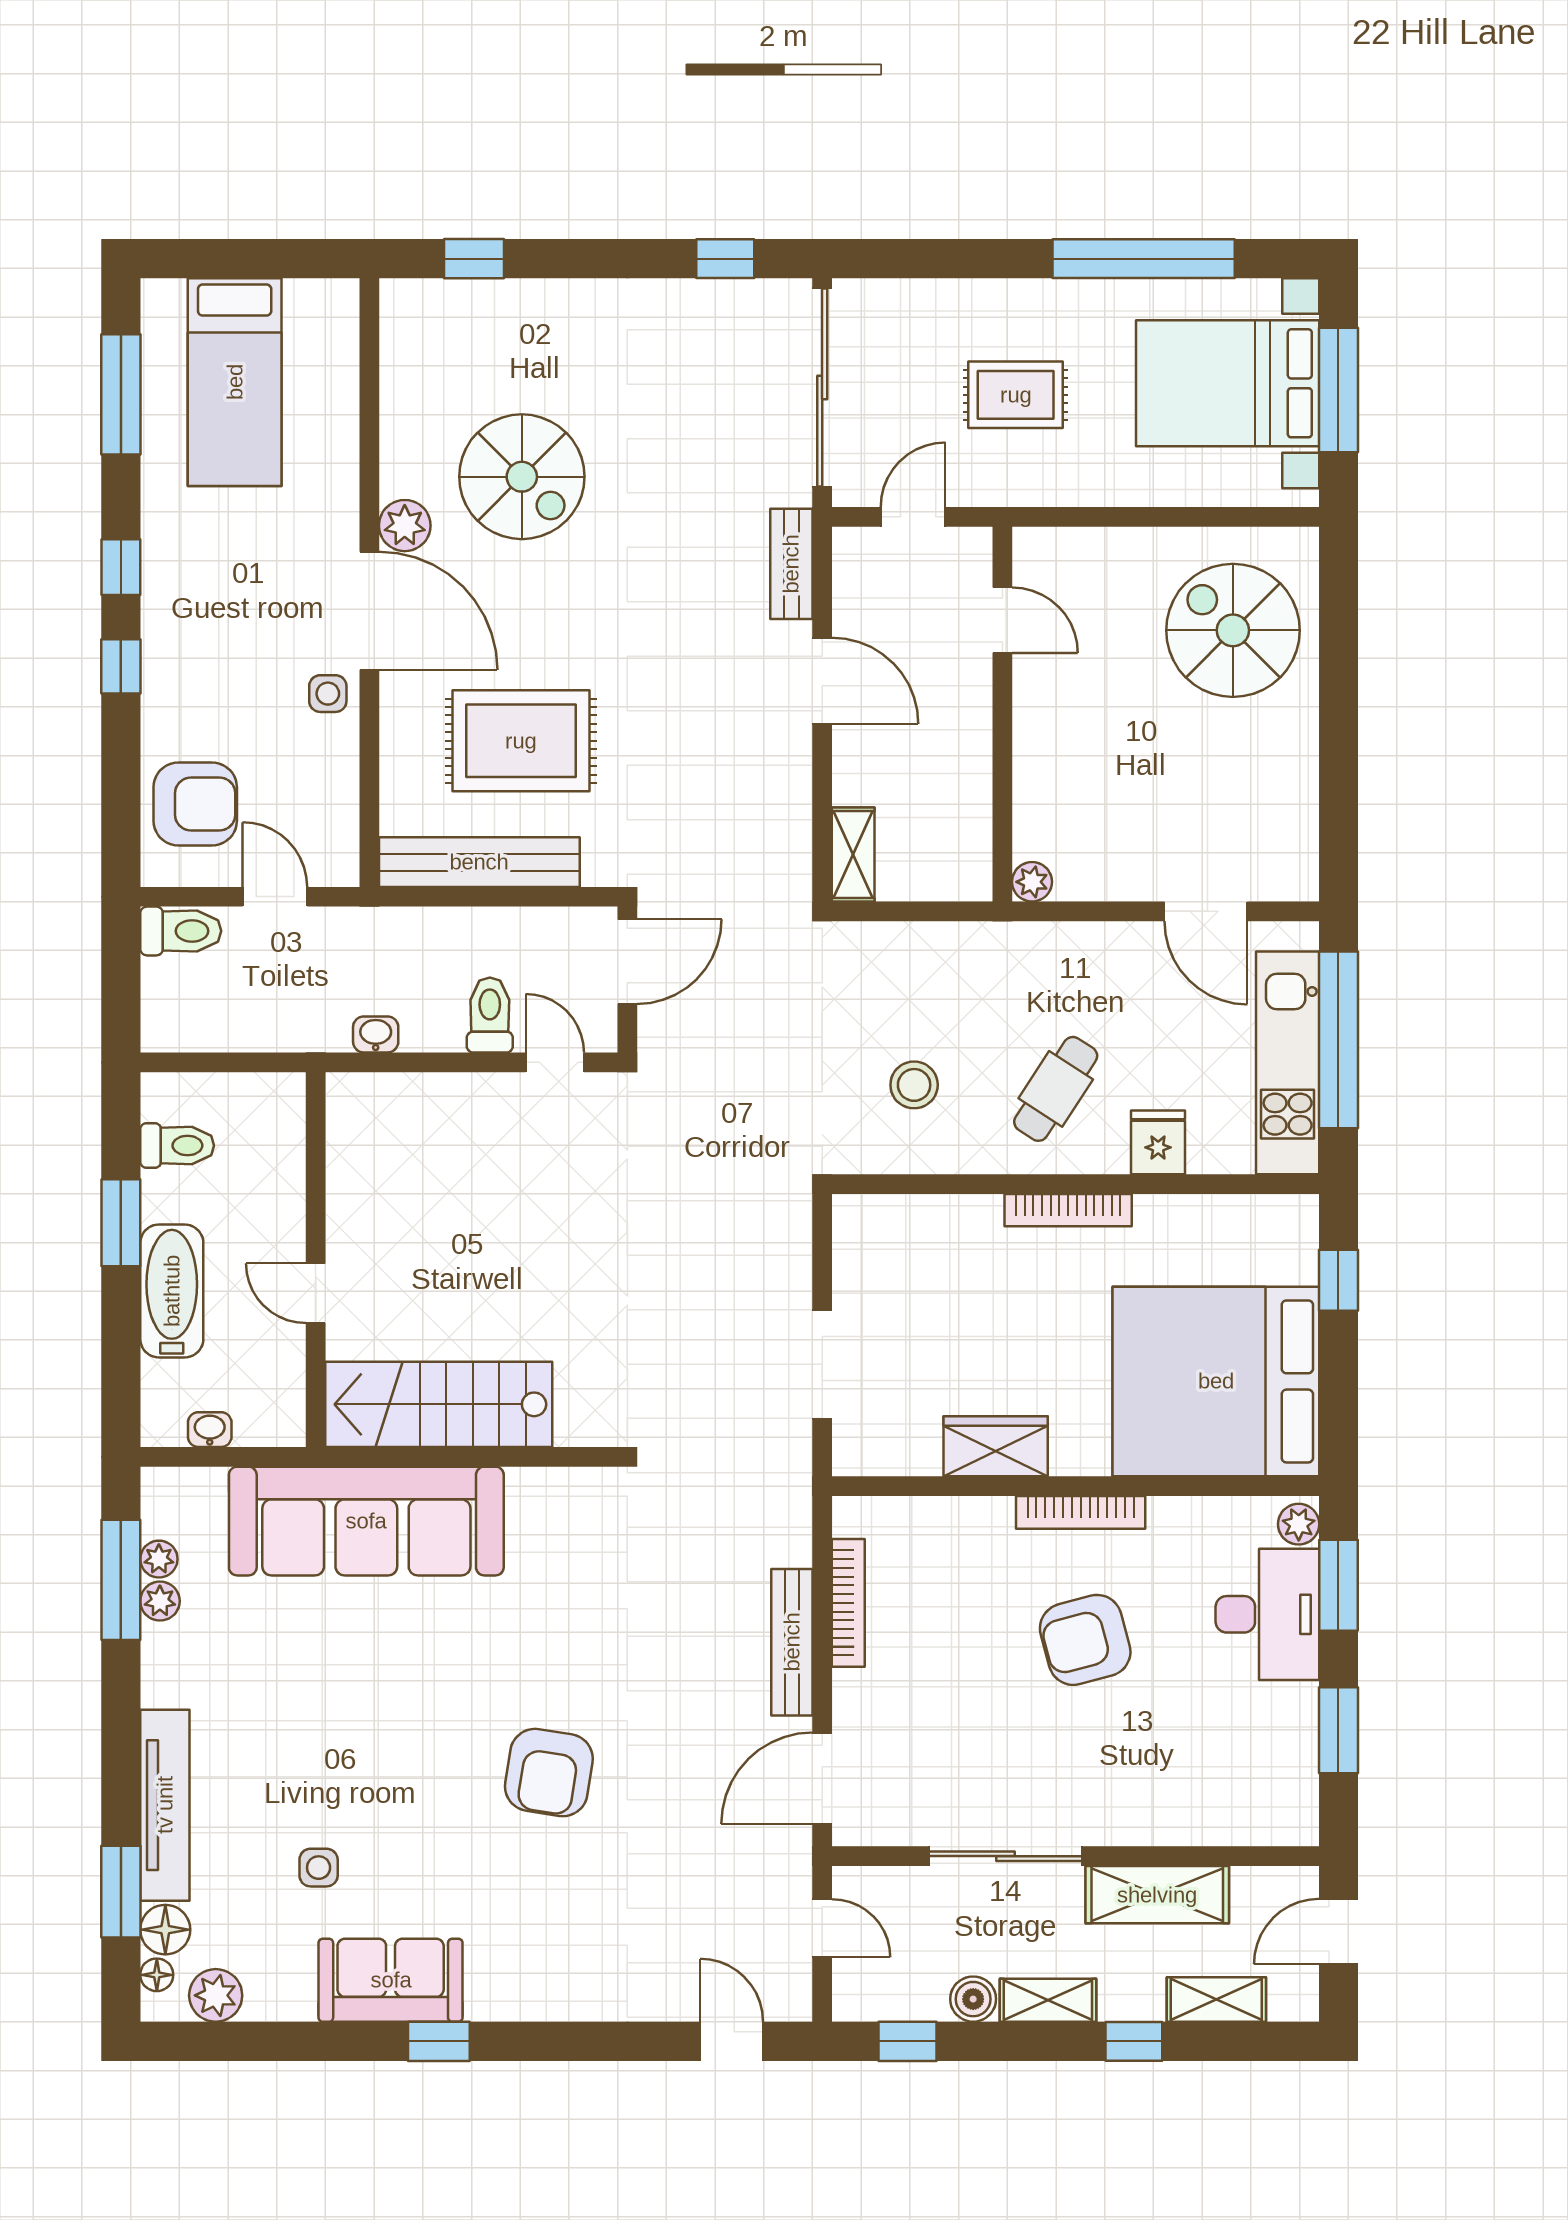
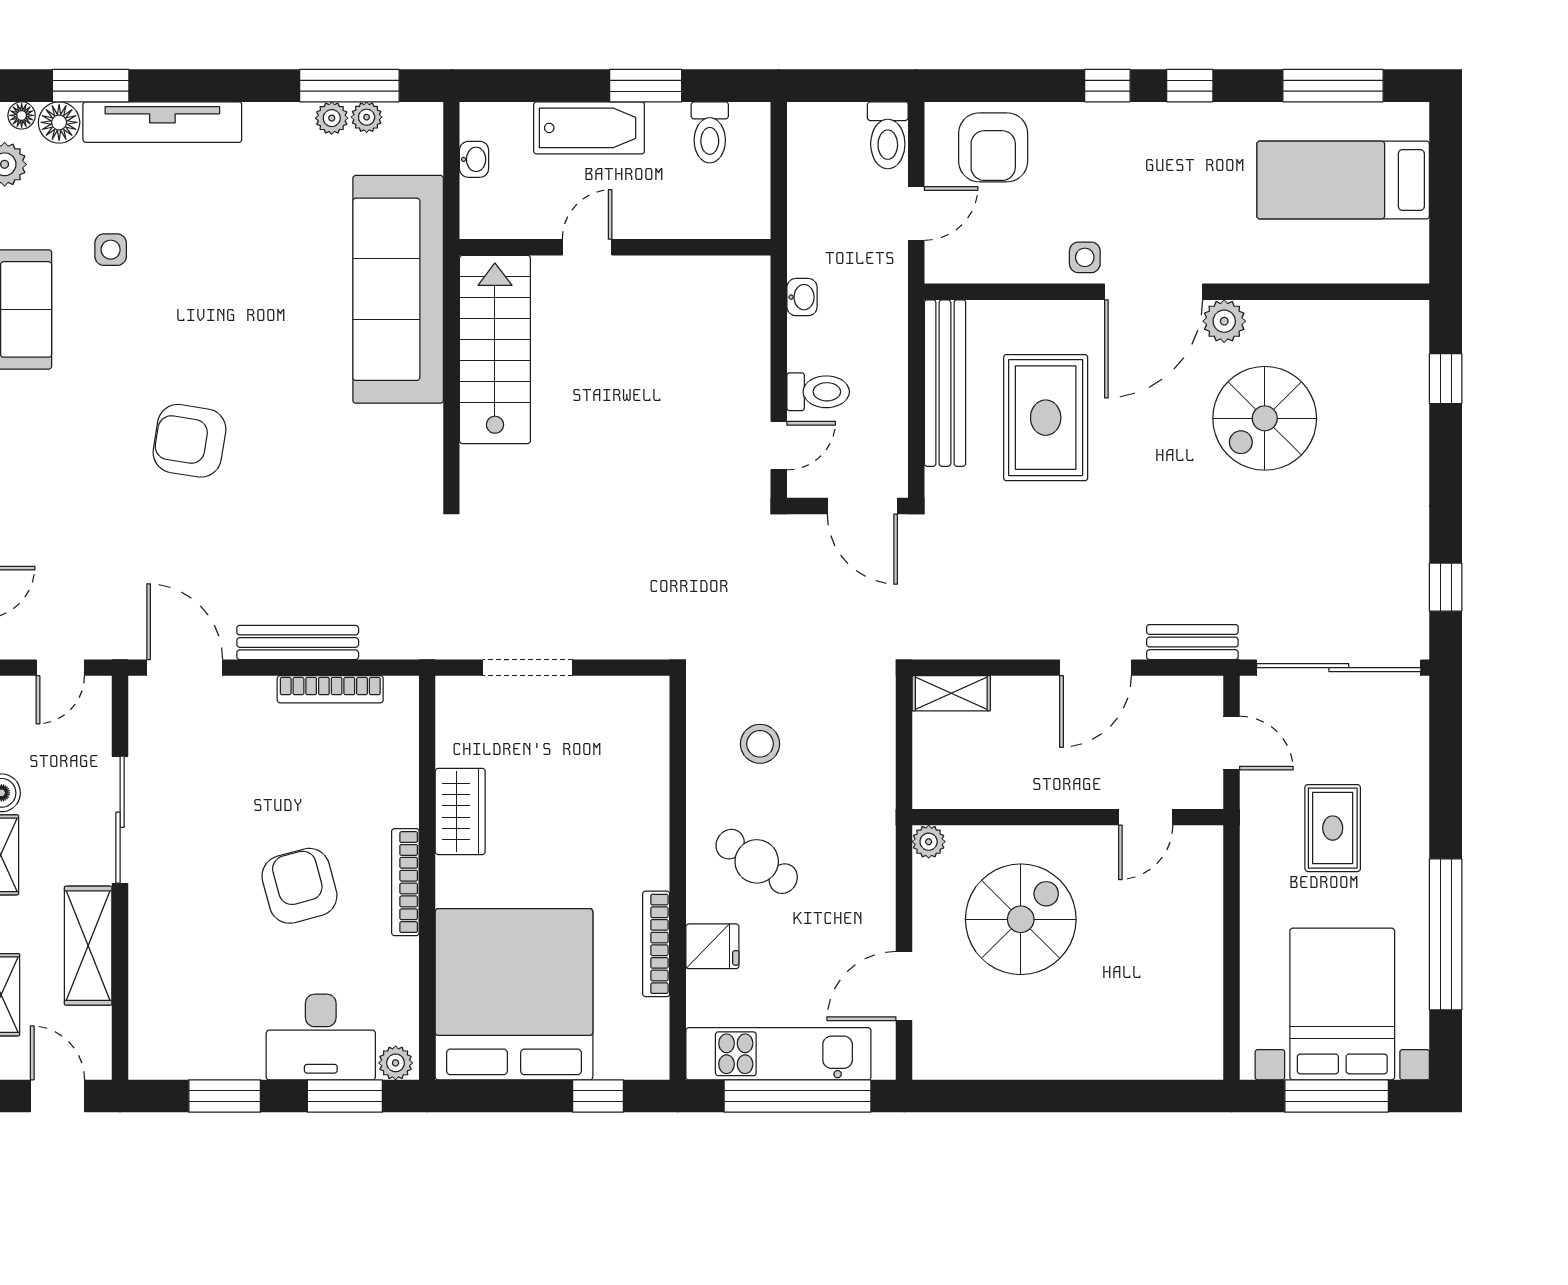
spiral stairs: (1233, 630) -> (1021, 919), moved
bookcase: (1068, 1210) -> (656, 944), moved

